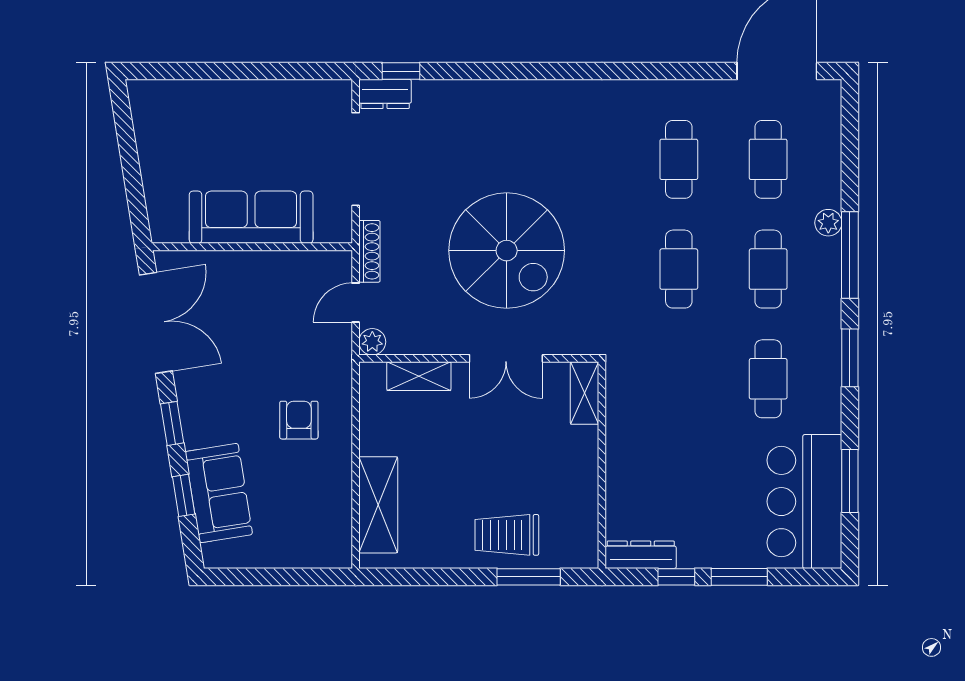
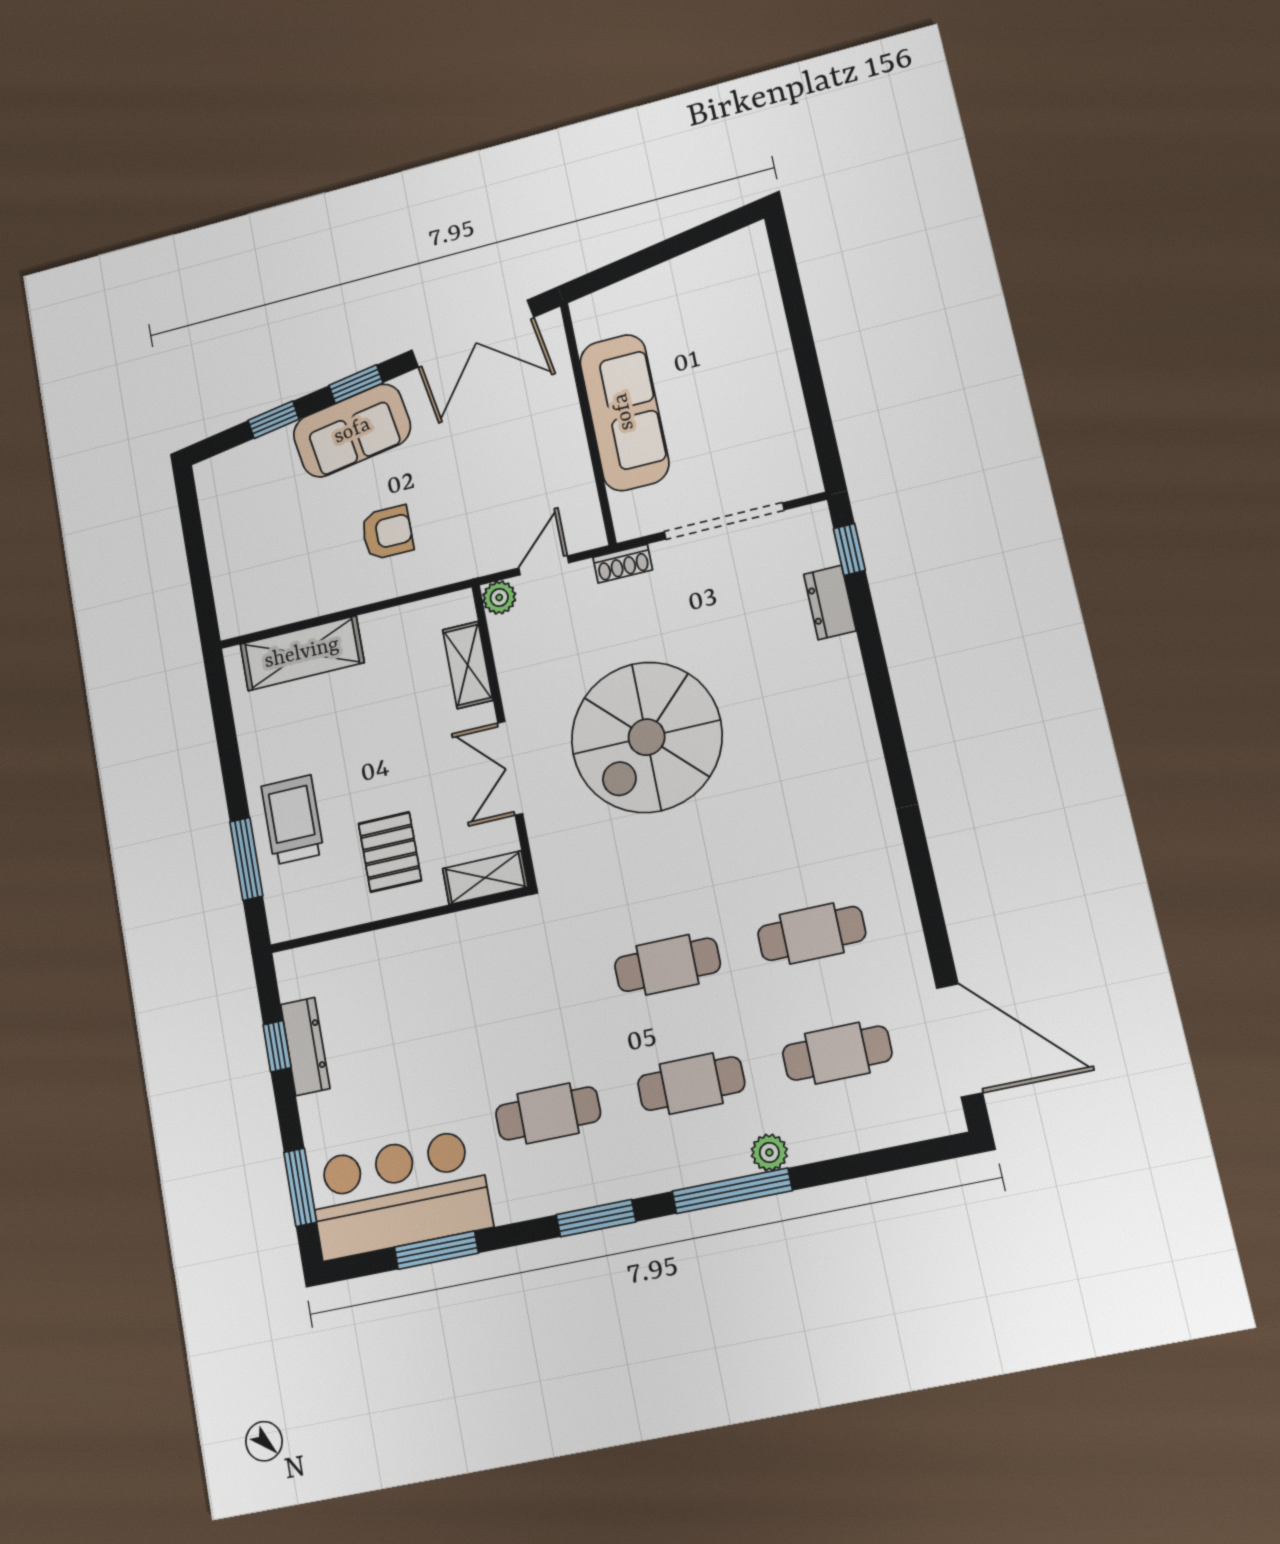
dresser: (385, 94) -> (830, 603), moved
shoe rack: (369, 251) -> (623, 564), width x0.70
door: (356, 303) -> (544, 565), hinge flipped
pallet: (549, 463) -> (390, 852), added
sofa: (219, 493) -> (352, 431), moved
dresser: (641, 555) -> (305, 1046), moved
window: (739, 577) -> (300, 1187), moved

